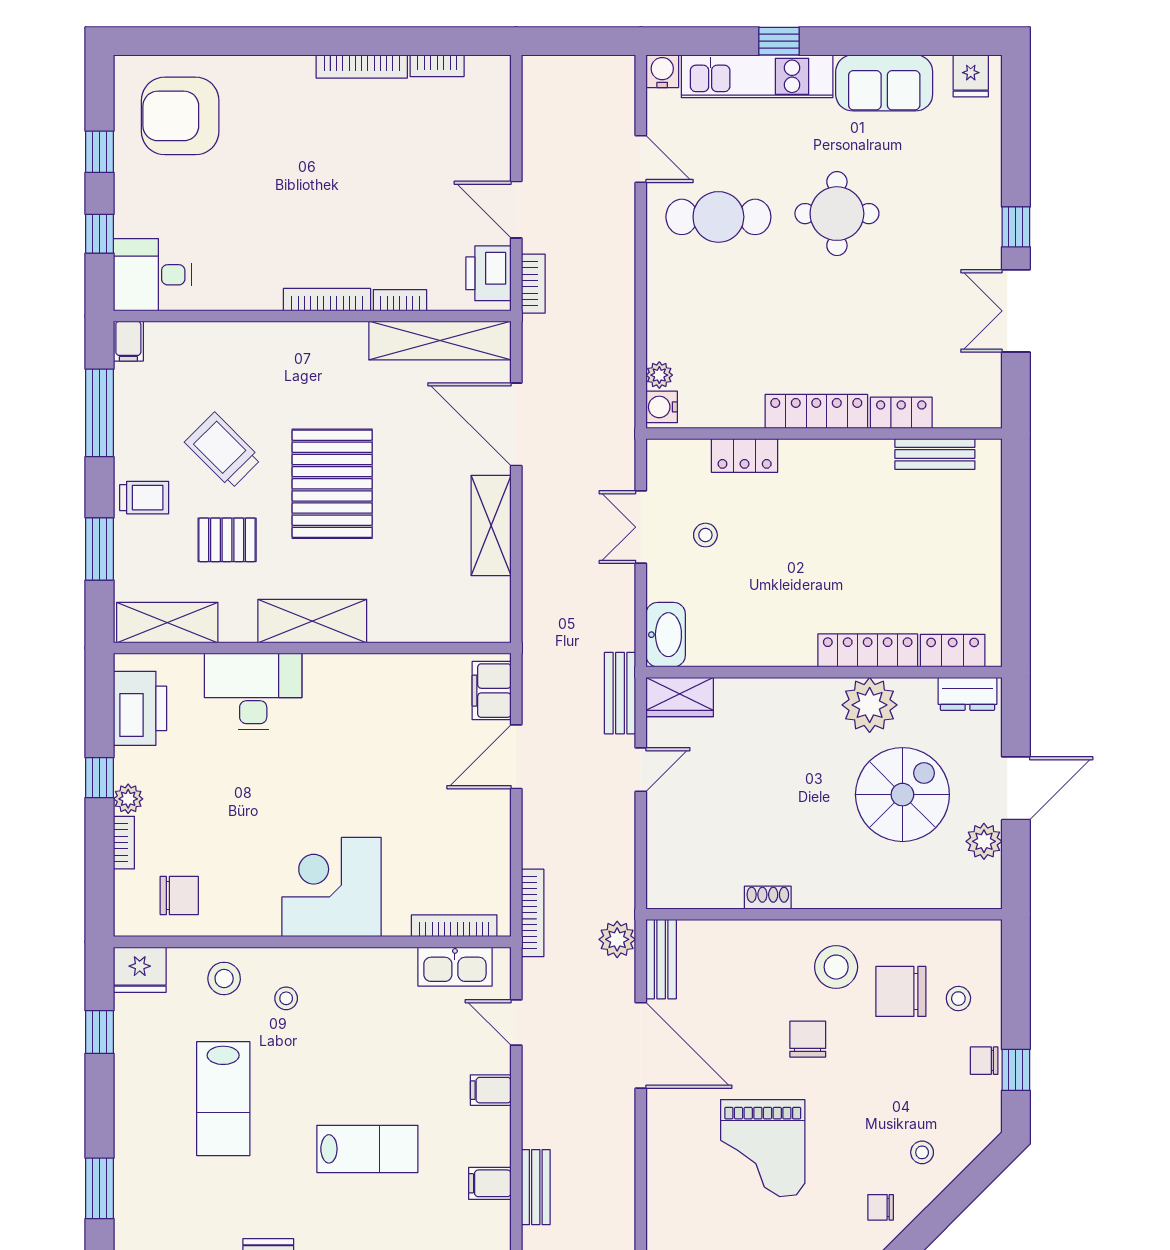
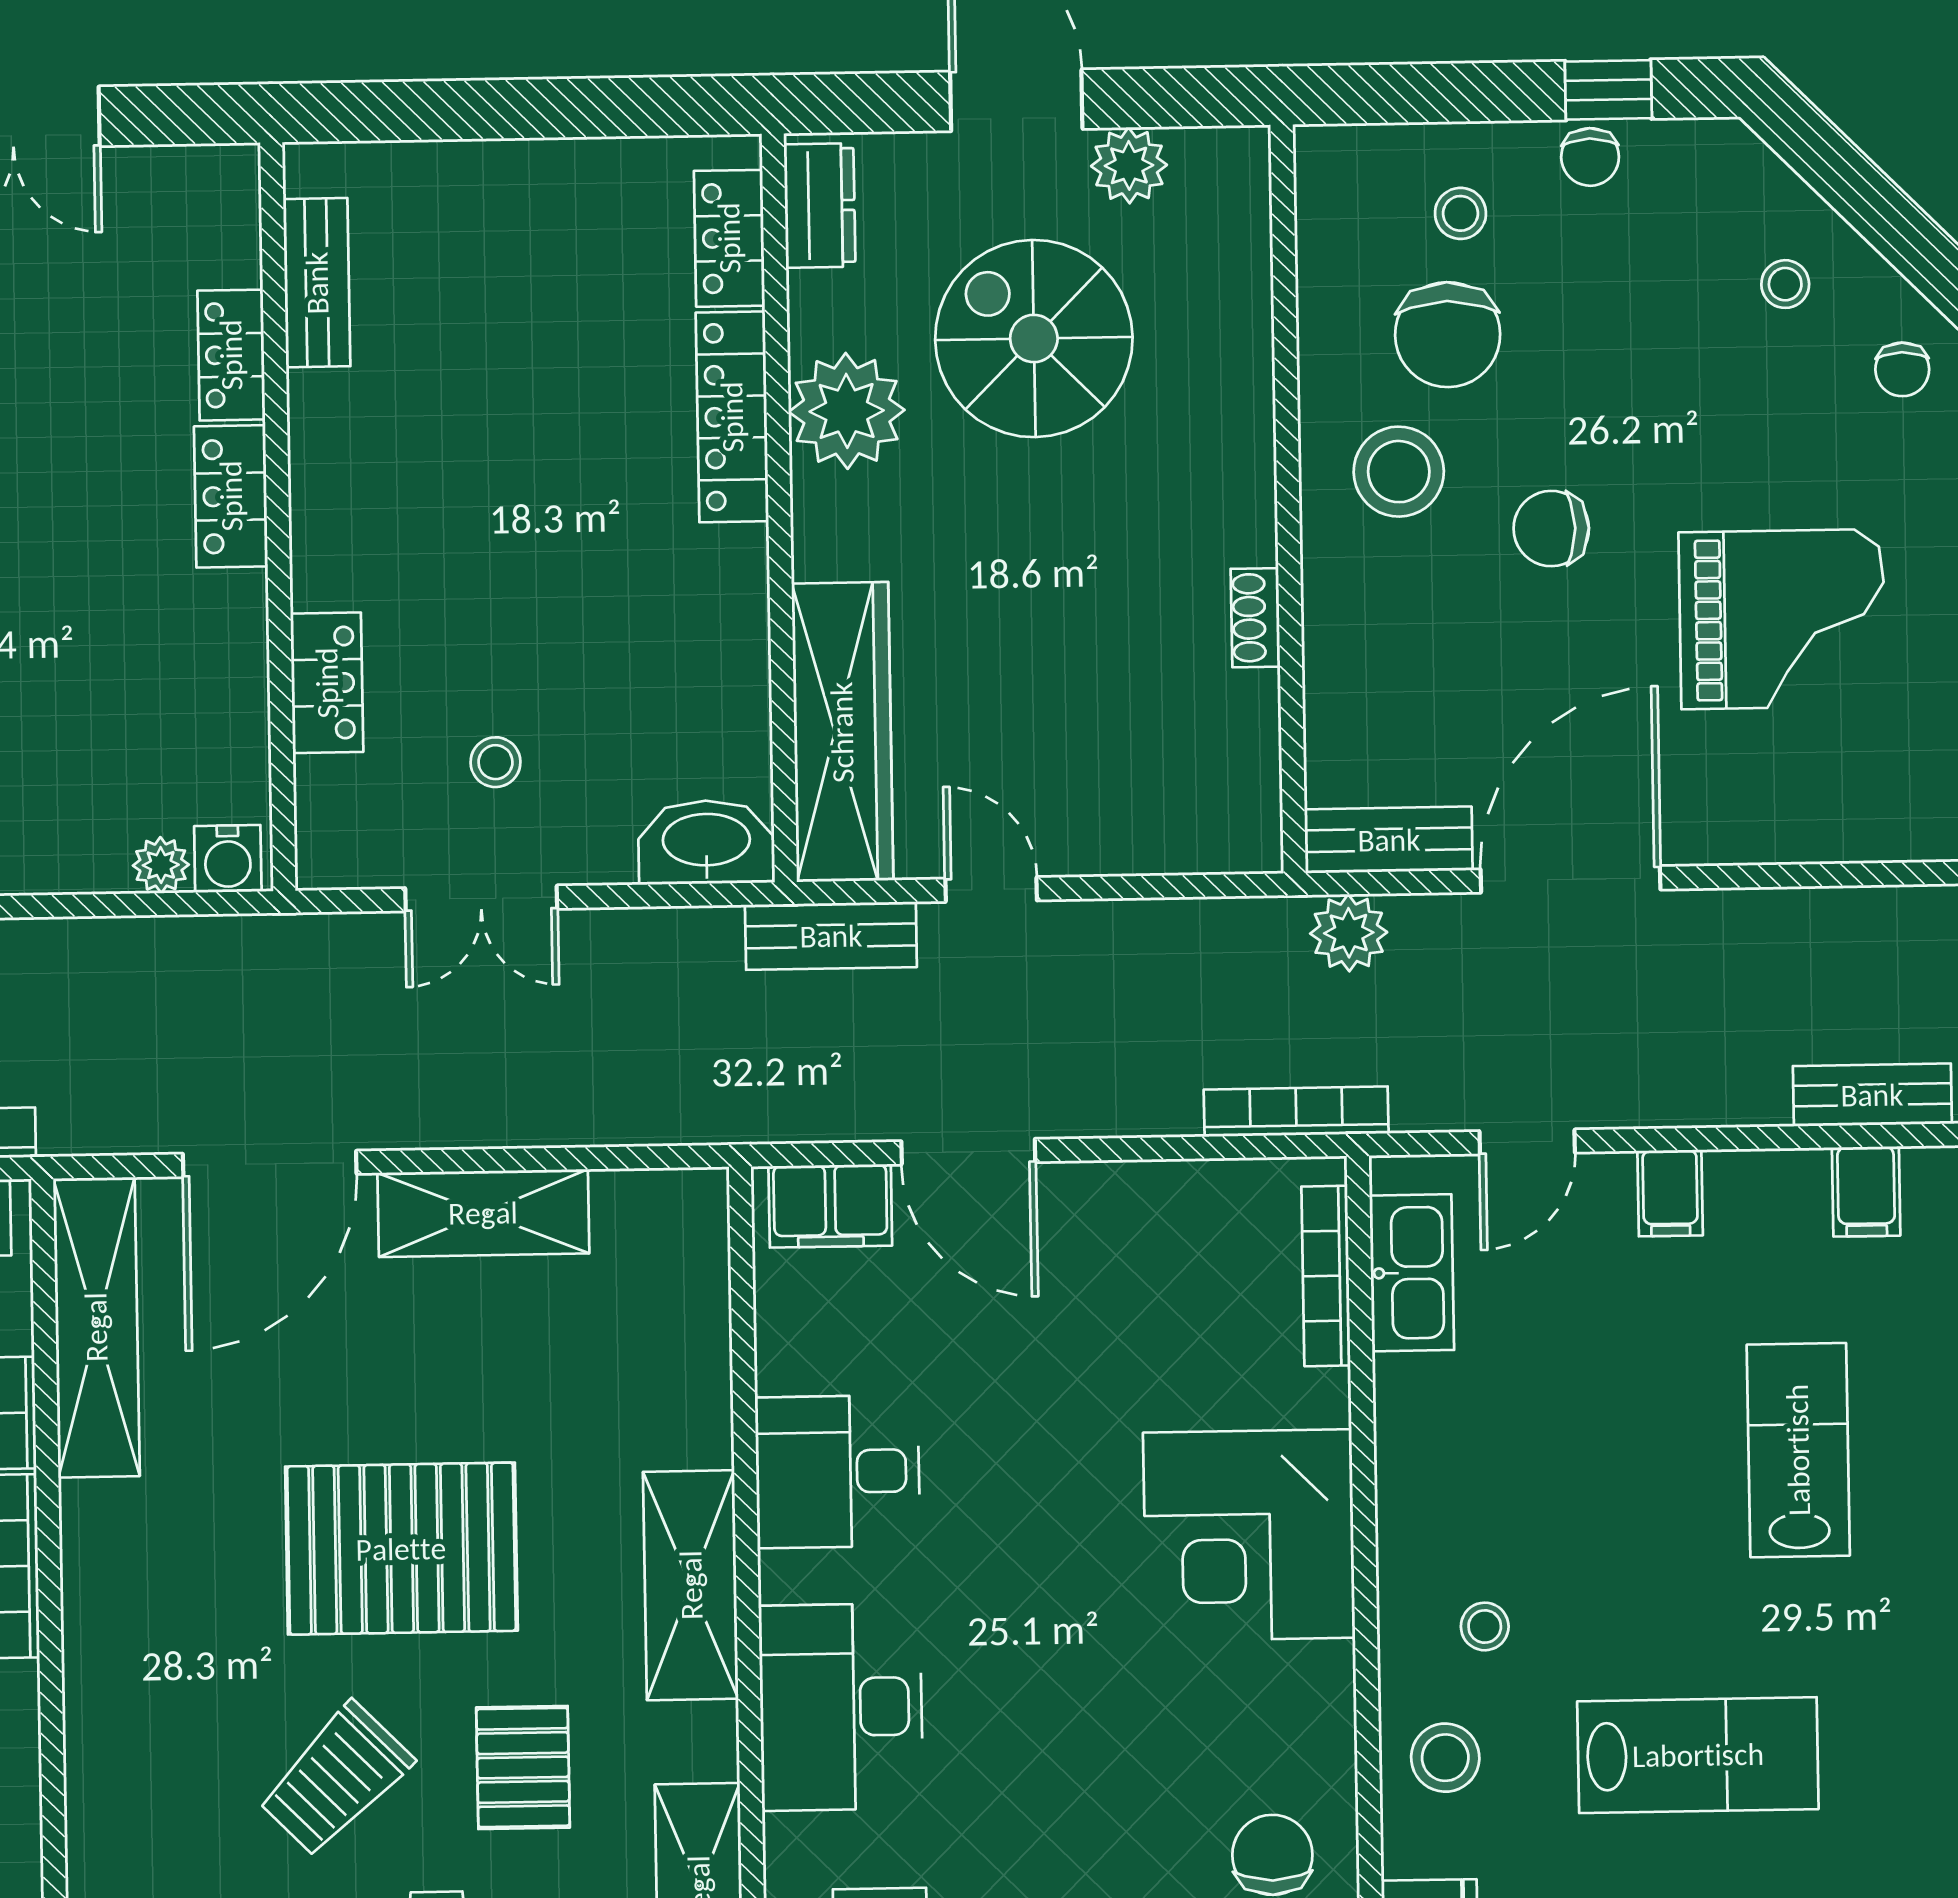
locker: (816, 411) -> (231, 496), width x0.66
desk: (365, 692) -> (838, 1472), added
wardrobe: (680, 697) -> (842, 732), width x2.10, depth x1.17

